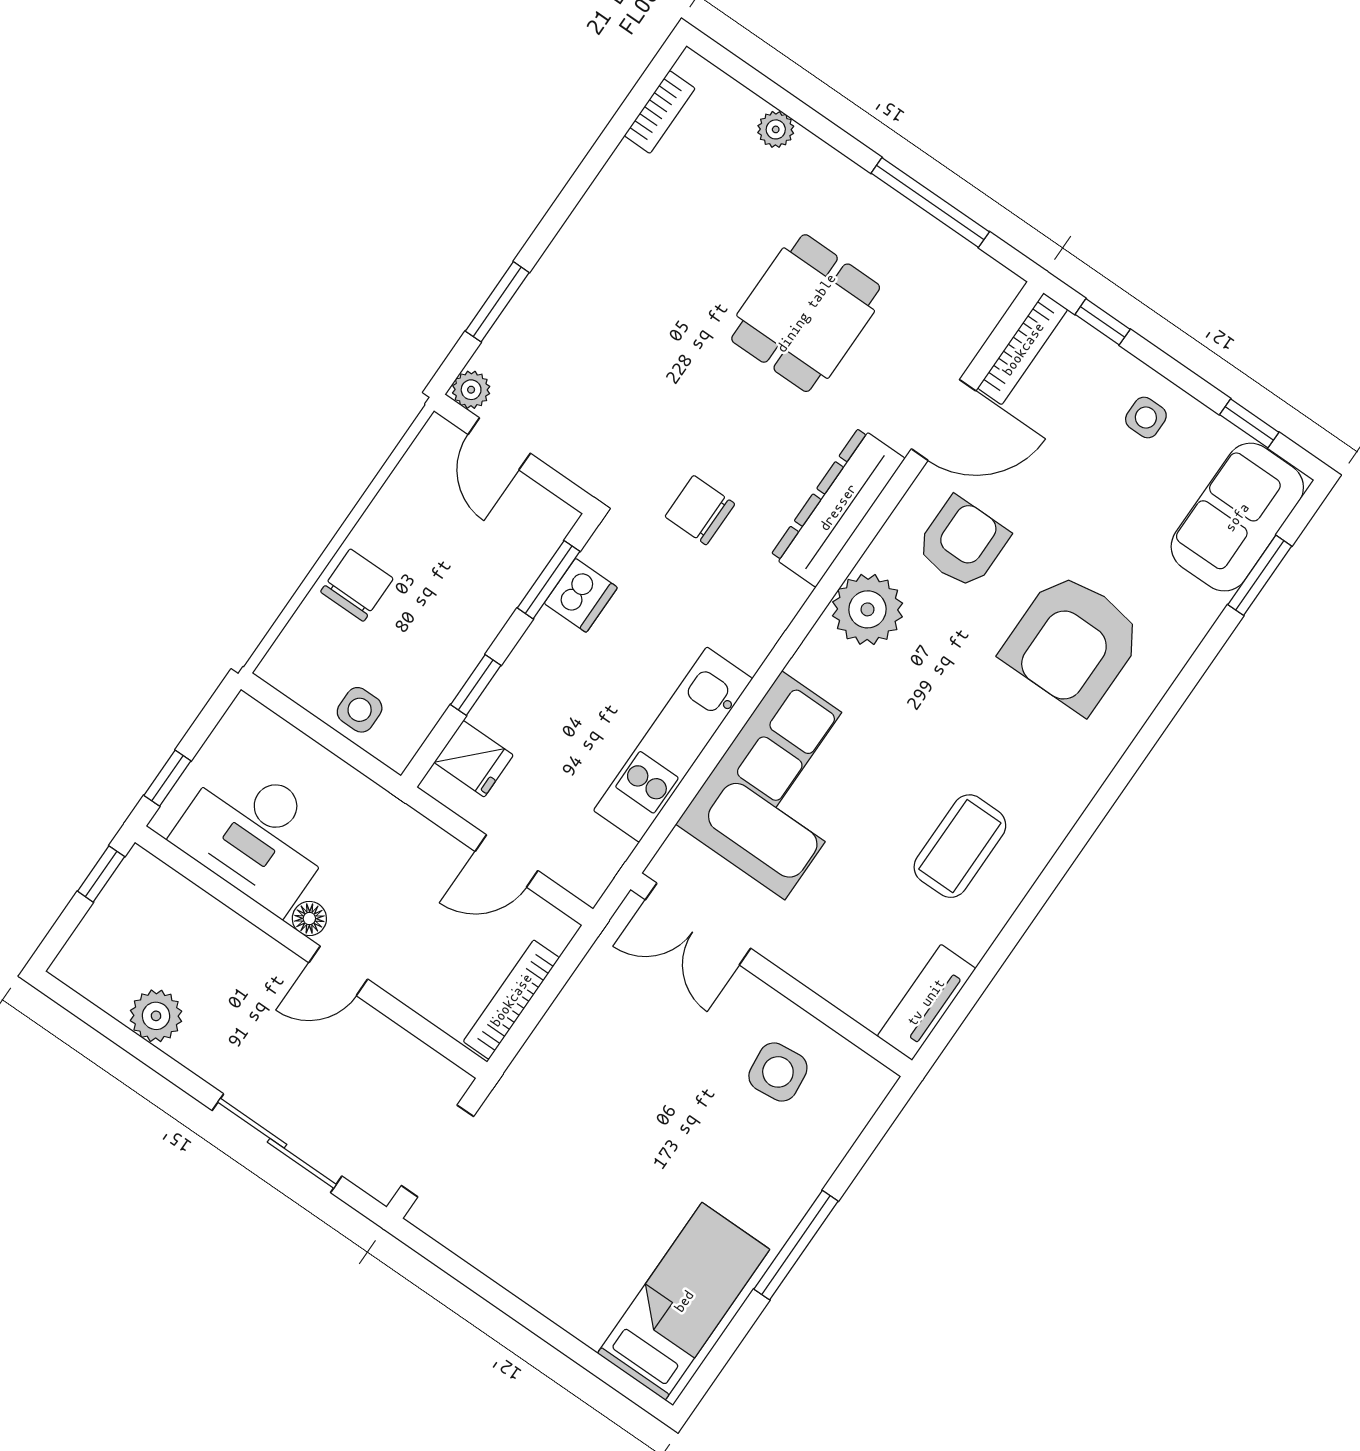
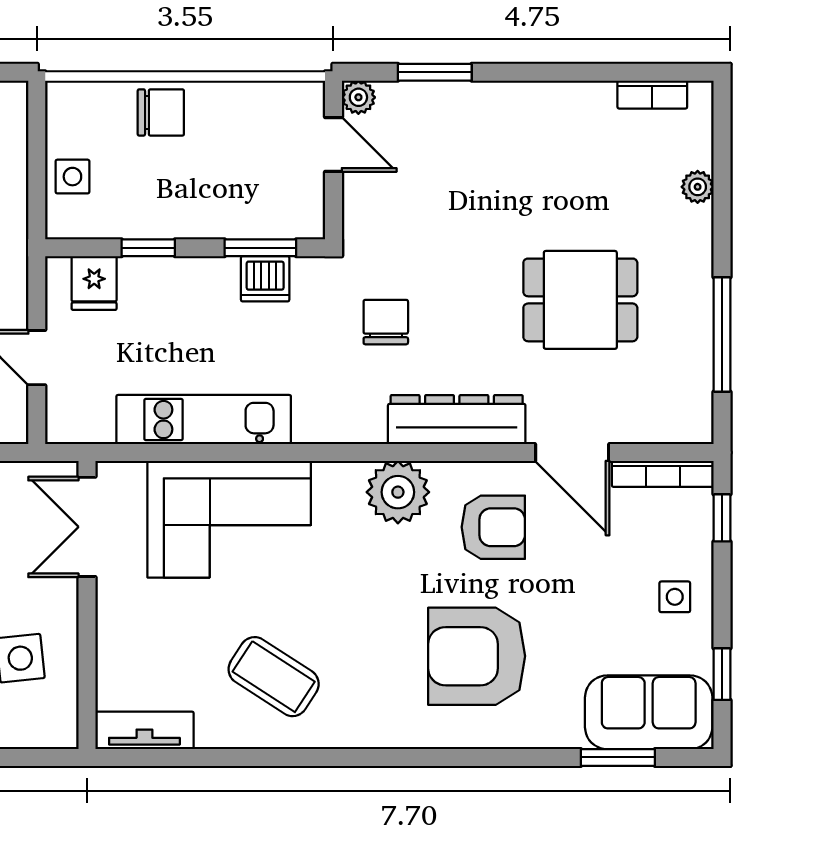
door: (499, 444) -> (333, 144), swing flipped
coffee table: (960, 846) -> (274, 677), turned 33

